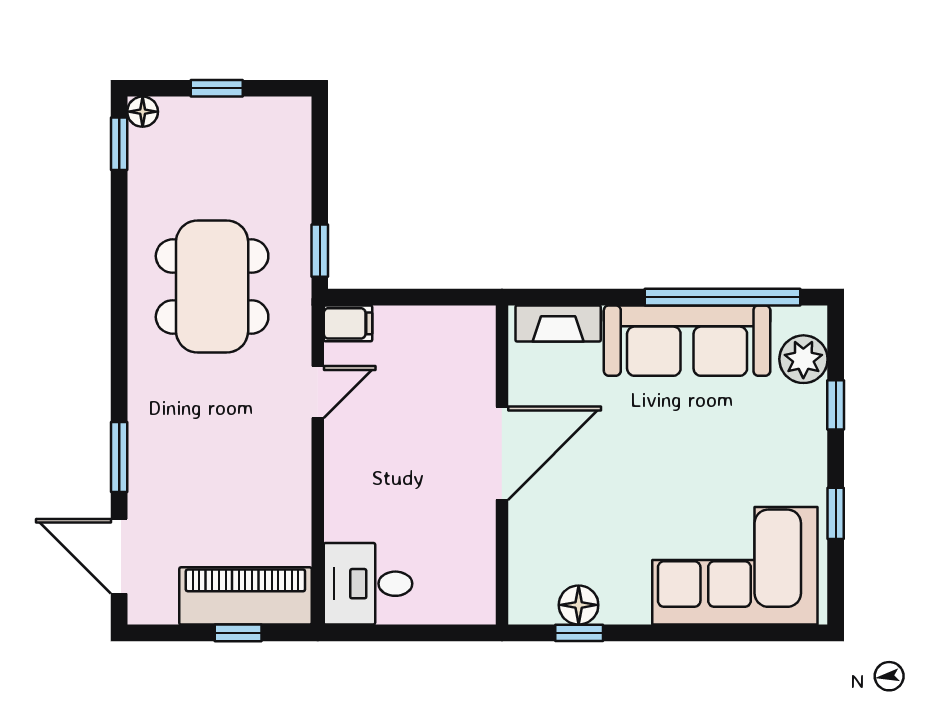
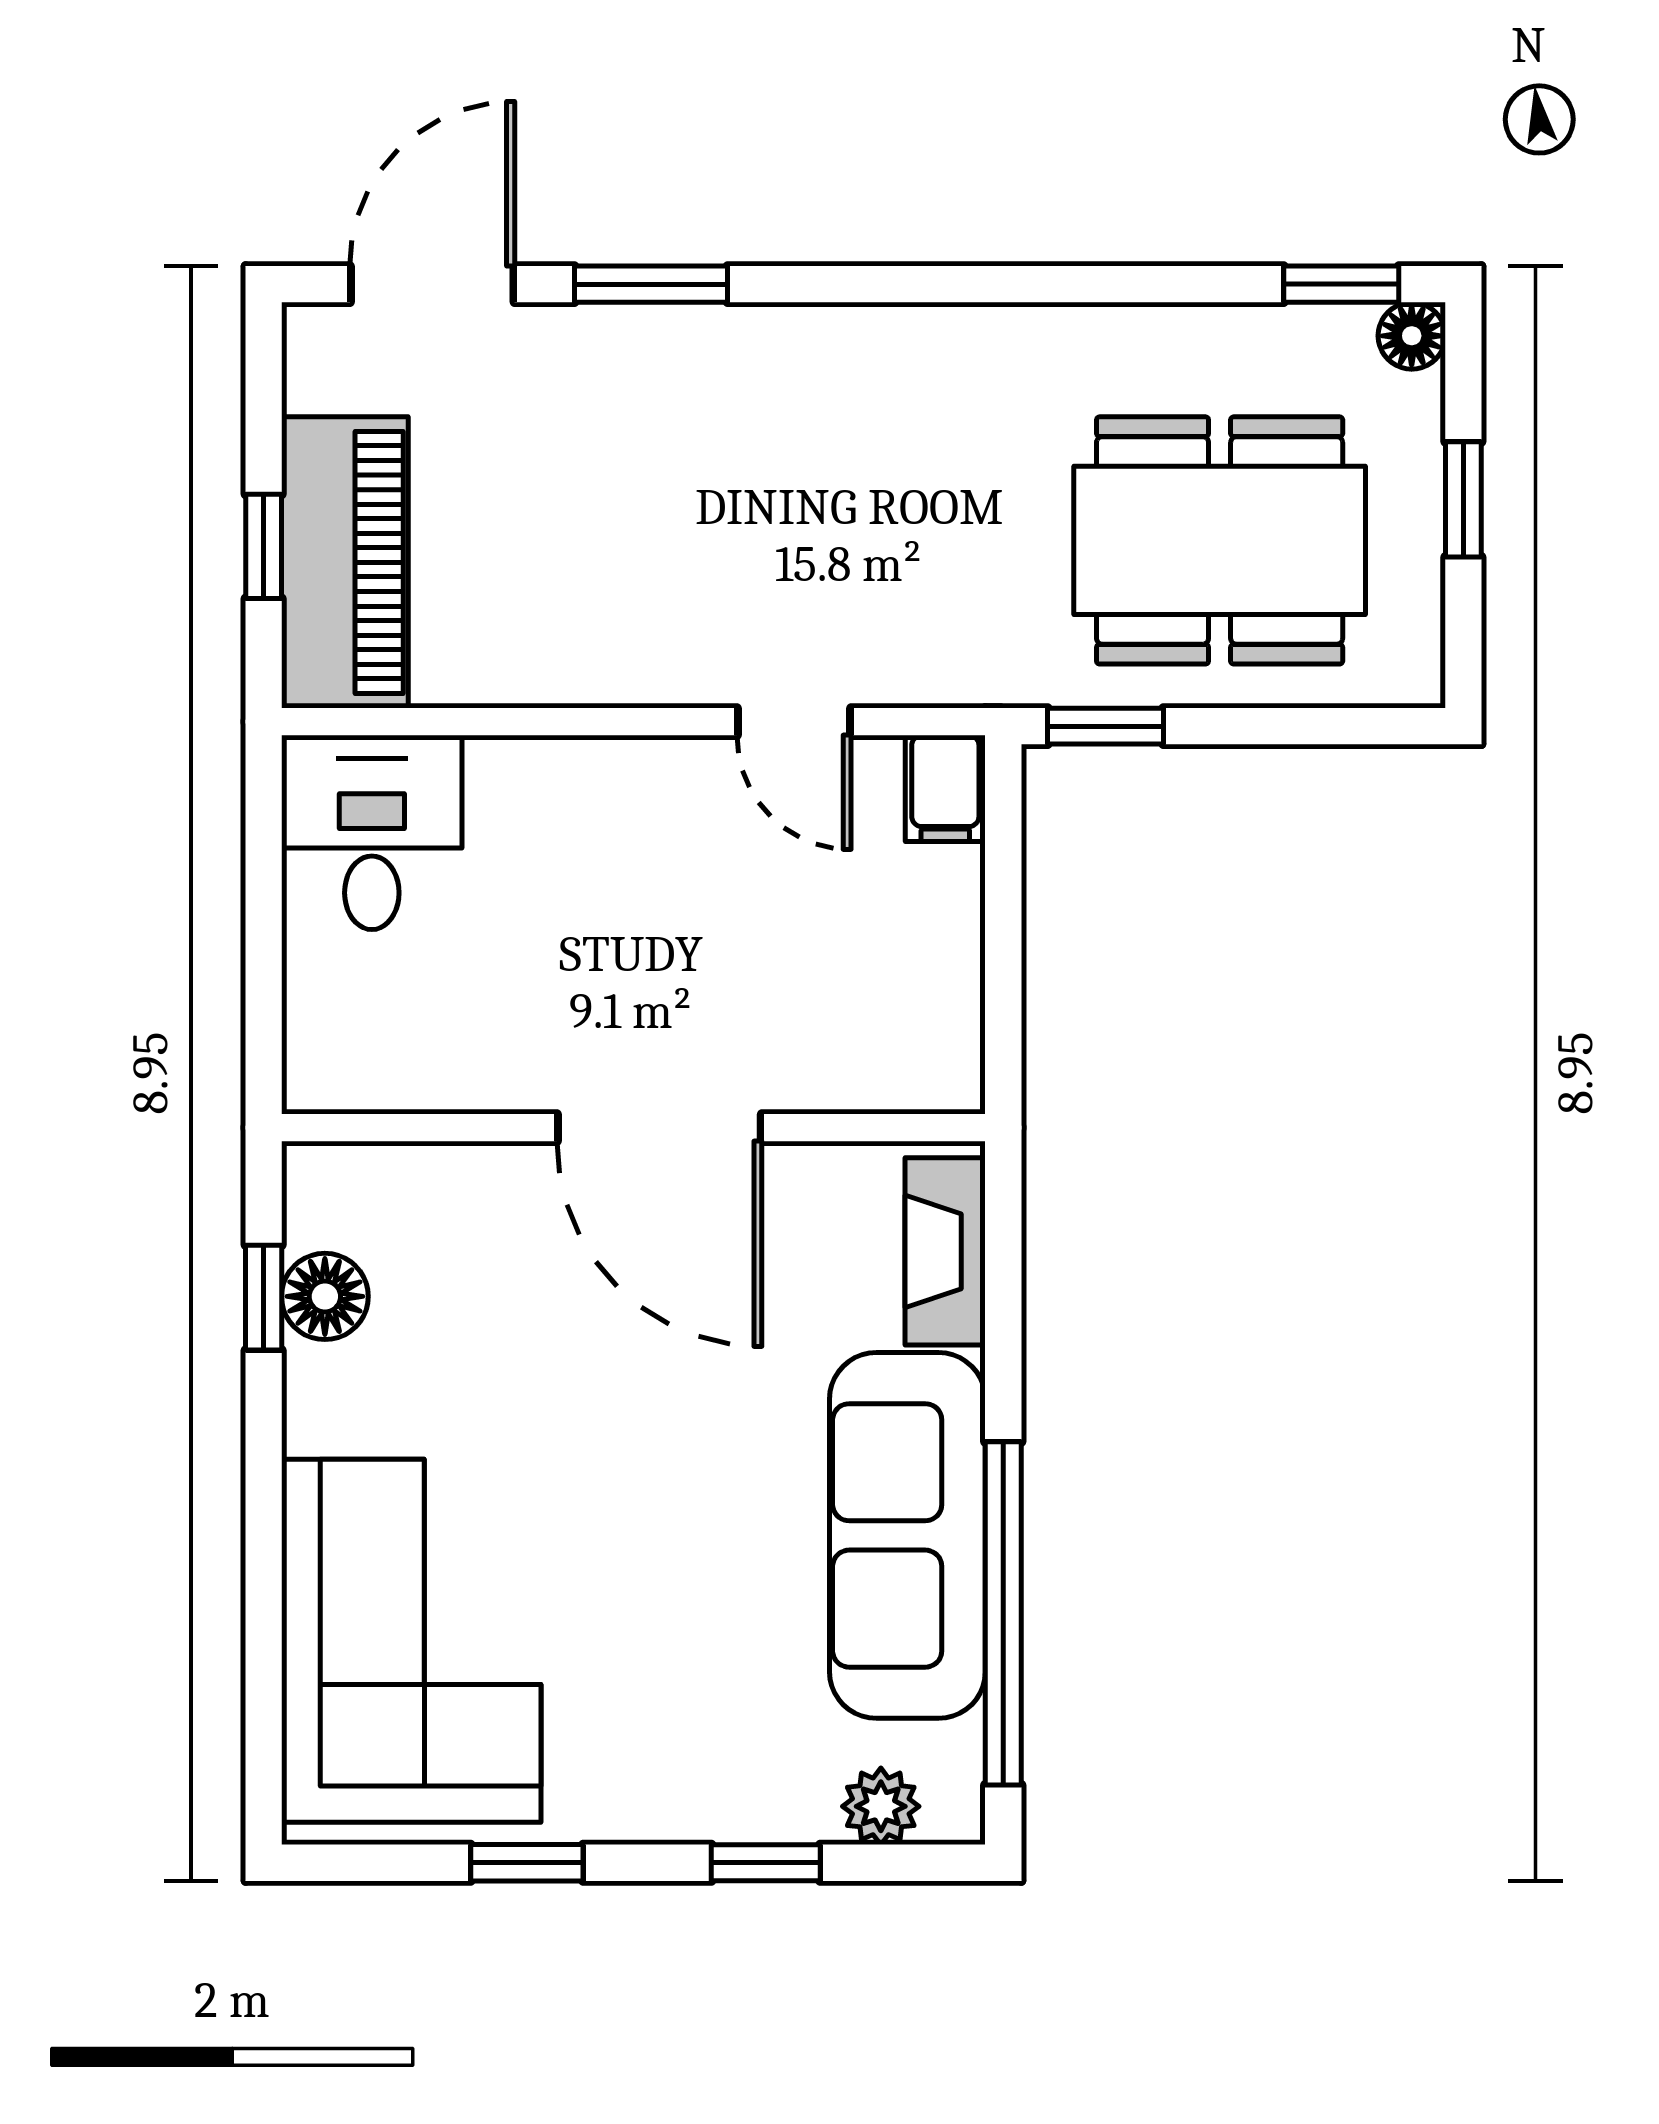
dining table: (212, 286) -> (1220, 540), moved
plant: (803, 359) -> (881, 1806), width x0.73, depth x0.73

